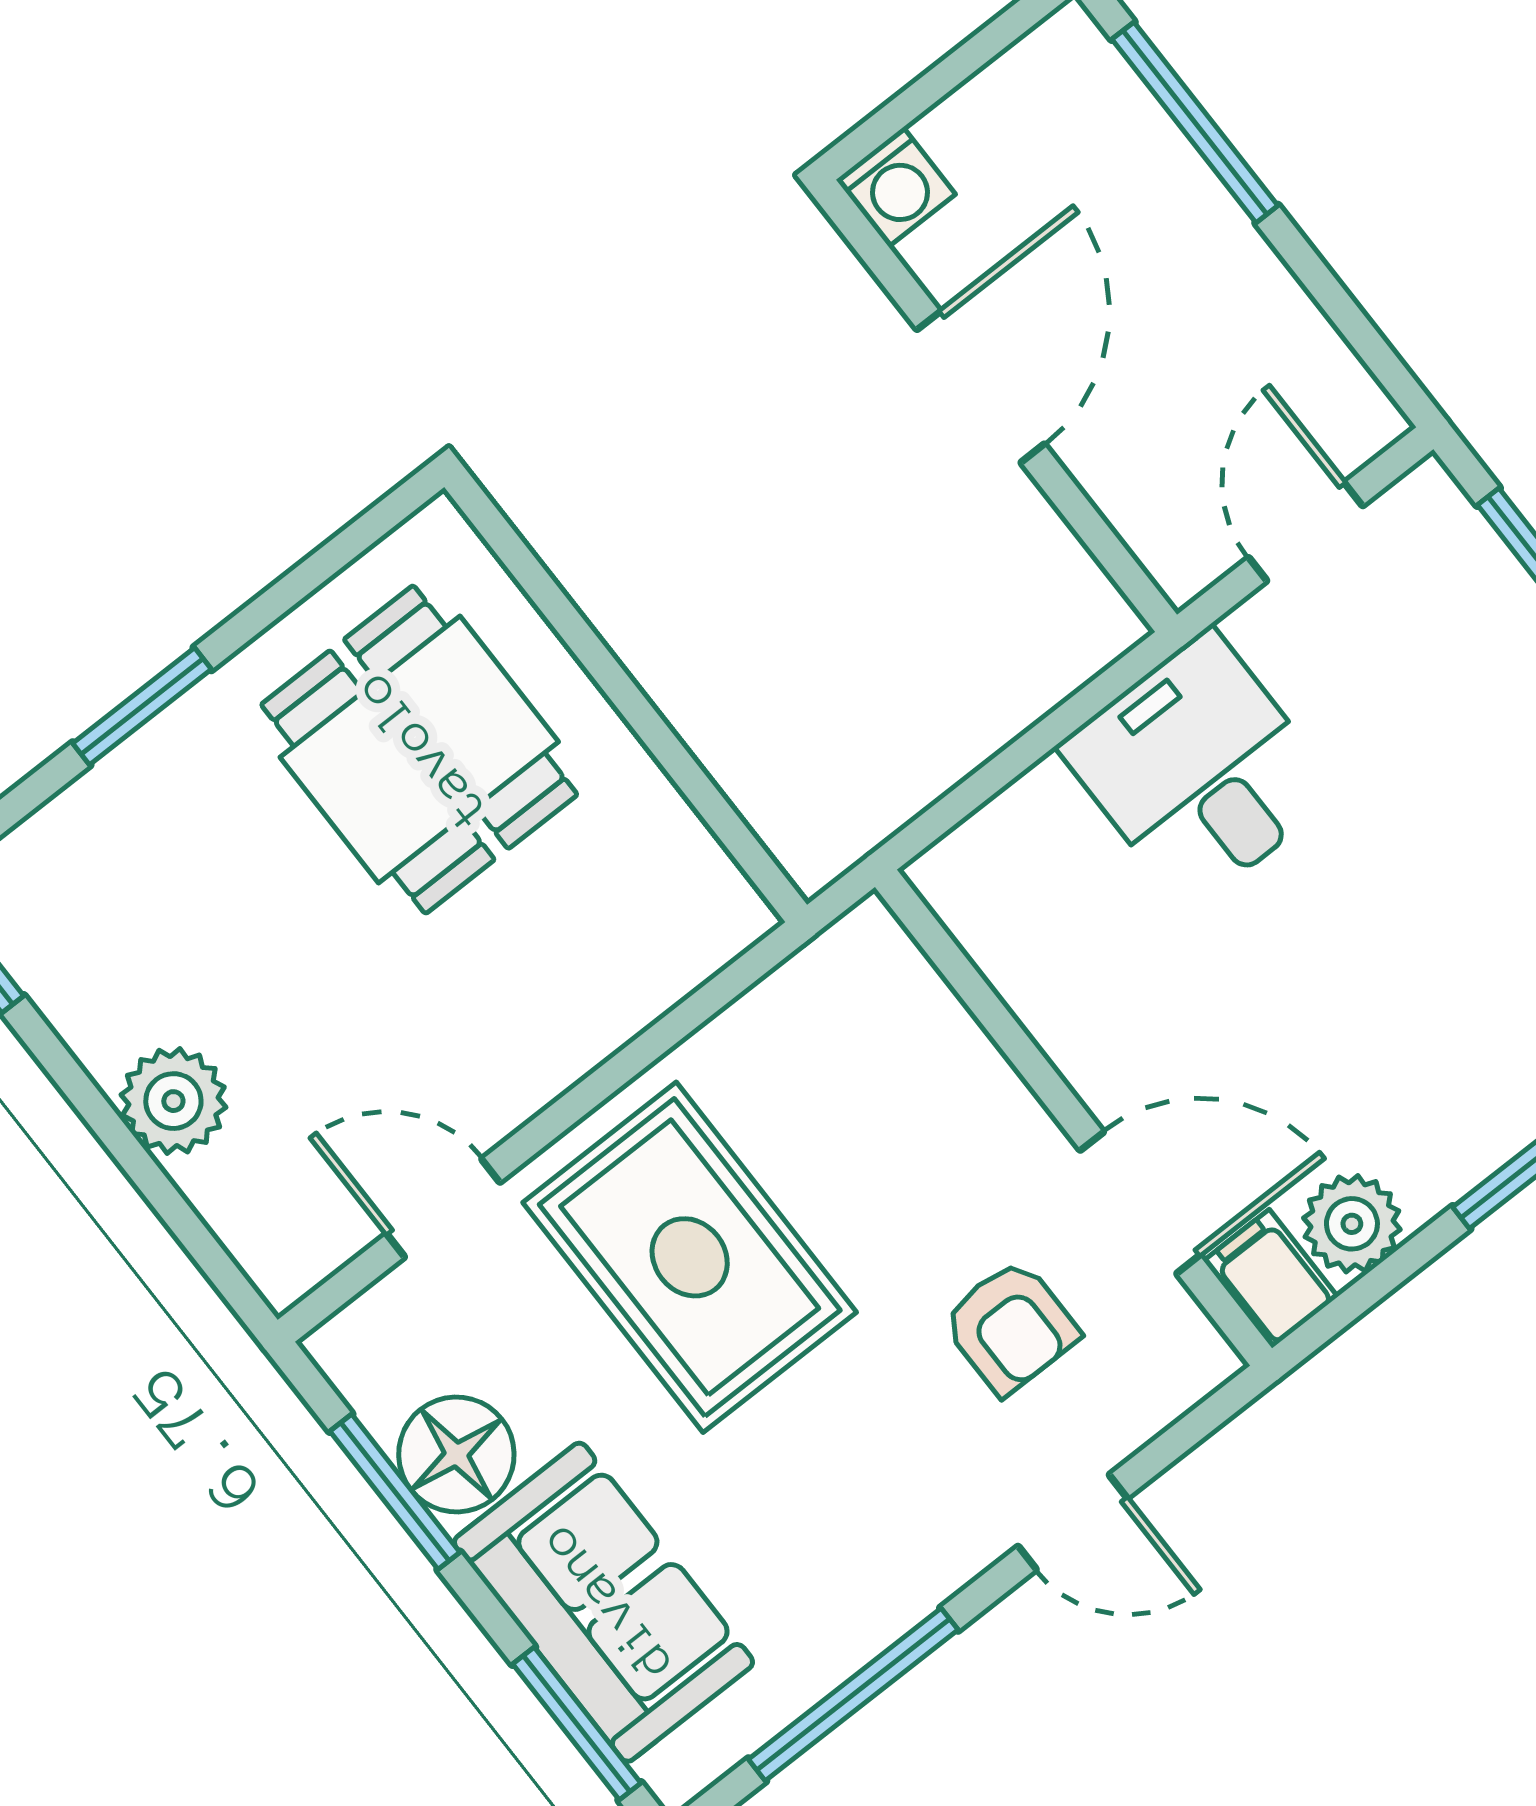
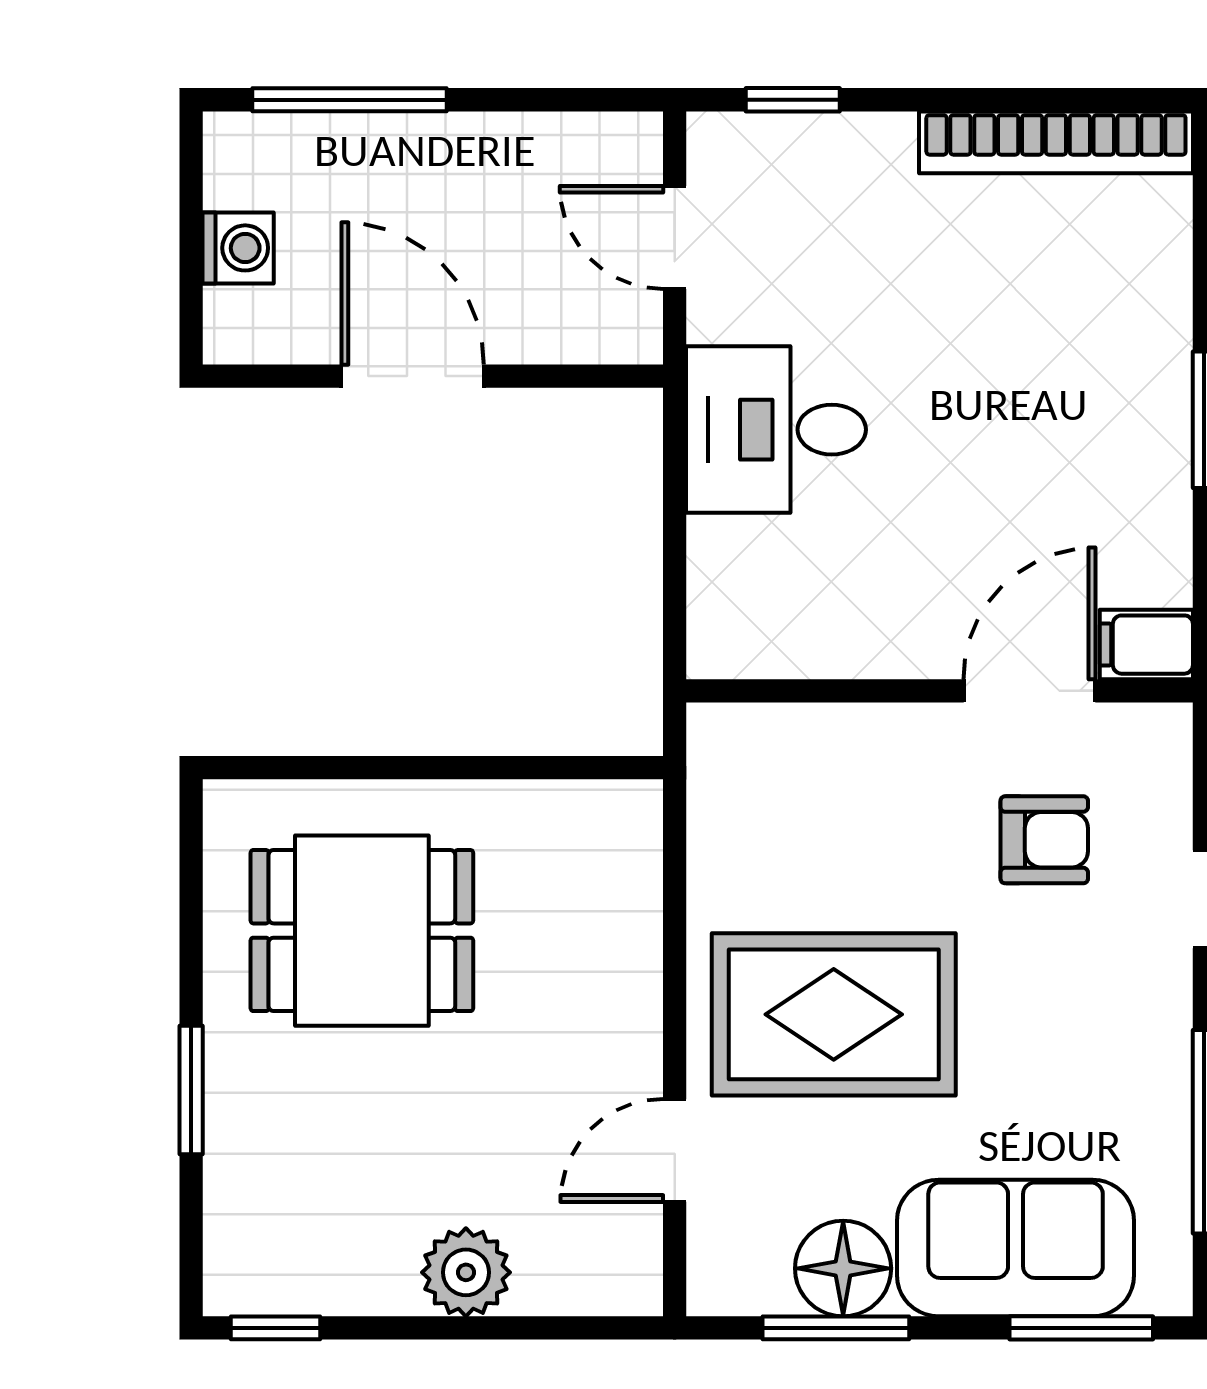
washing machine: (896, 187) -> (238, 248), moved
plant: (1352, 1224) -> (1152, 563), removed

